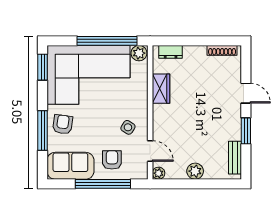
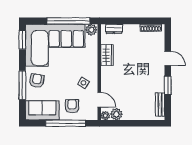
plant: (195, 171) -> (116, 114), moved

